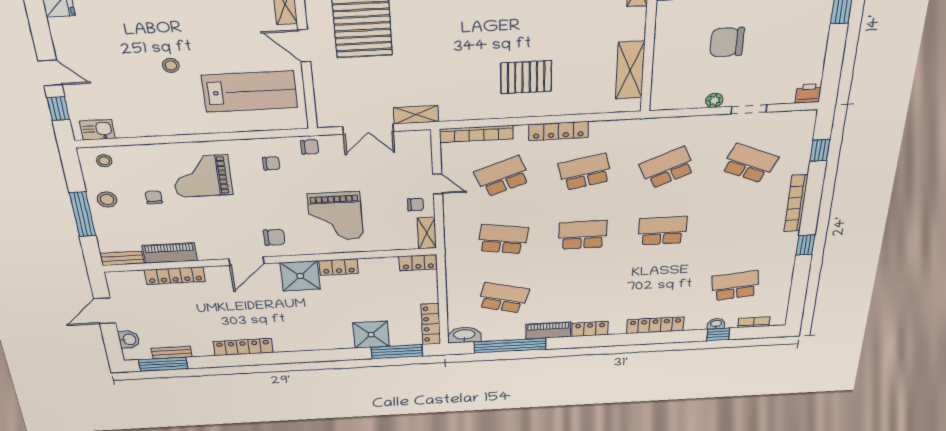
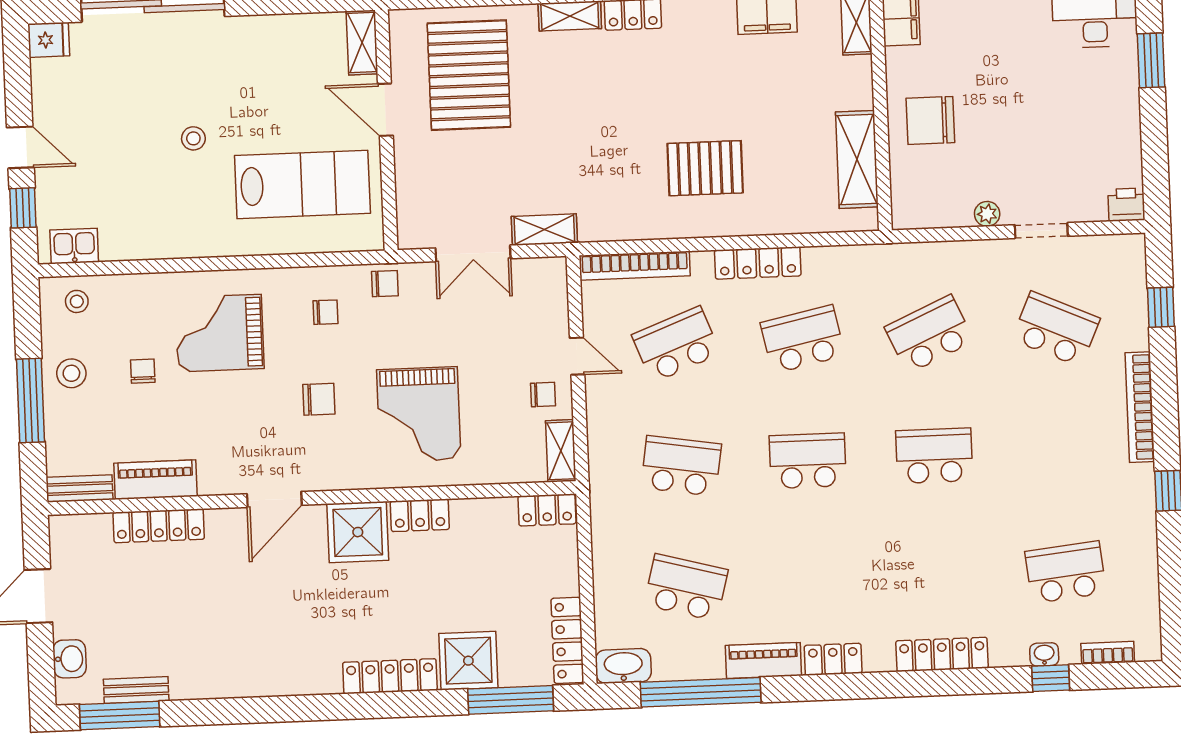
chair: (727, 42) -> (930, 120), moved
chair: (274, 237) -> (319, 399), moved
locker: (243, 347) -> (390, 676), moved

